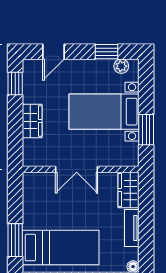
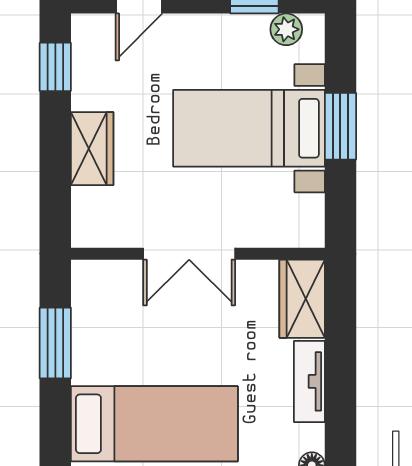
window: (146, 130) -> (340, 126), moved
window: (15, 240) -> (55, 343), moved

